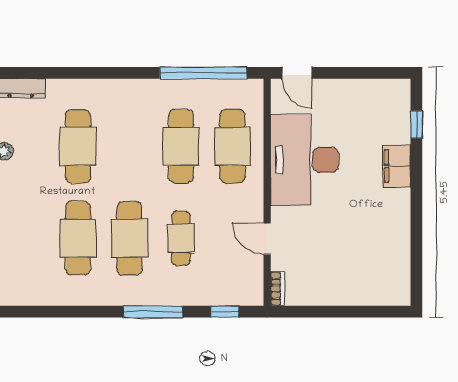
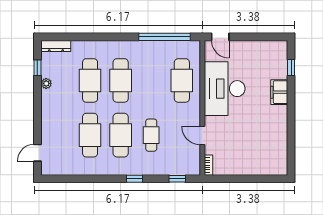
cafe table: (181, 146) -> (121, 80), moved
window: (153, 312) -> (135, 179), width x0.46

